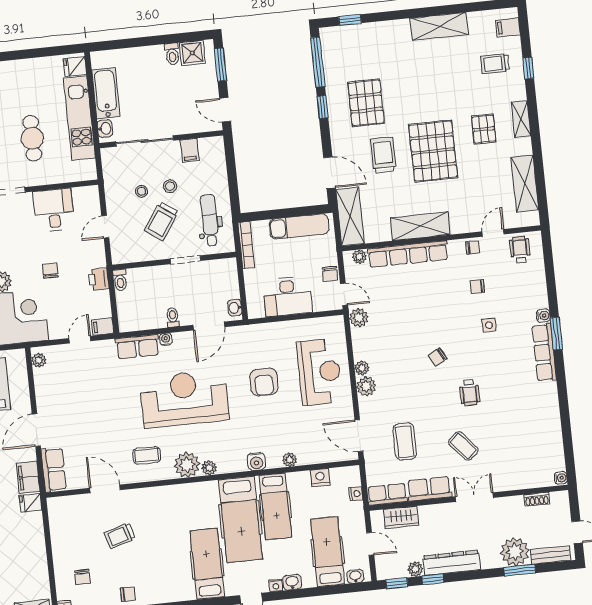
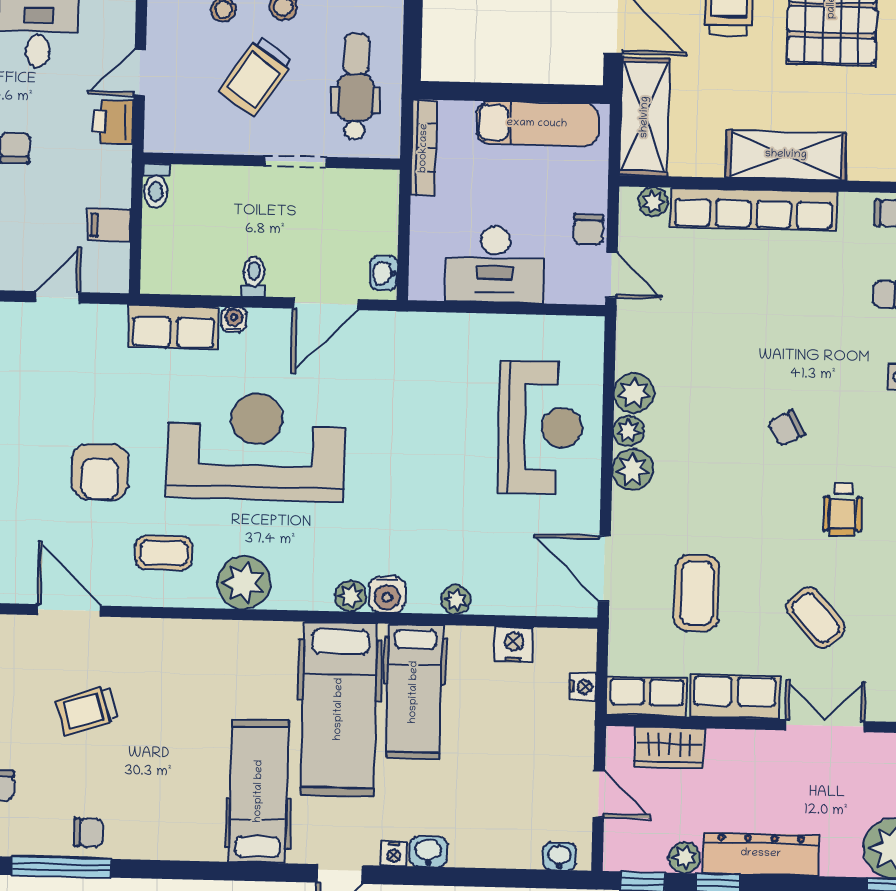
printer: (99, 279) -> (113, 122), moved
plant: (359, 318) -> (634, 393), moved
filing cabinet: (103, 327) -> (109, 225), moved
armchair: (264, 382) -> (100, 472), moved
plant: (209, 468) -> (350, 596), moved
hospital bed: (328, 552) -> (509, 798), removed

